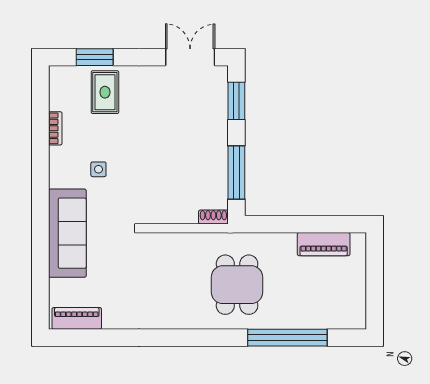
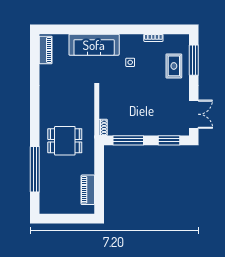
window: (95, 57) -> (194, 60), width x1.44
rug: (105, 92) -> (174, 66), turned 90

